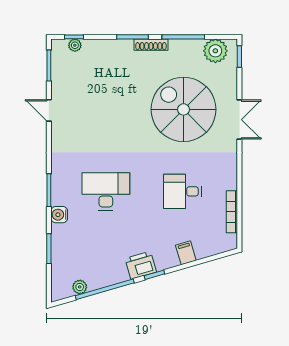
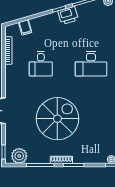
spiral stairs: (184, 109) -> (57, 119), moved, turned -90
desk: (182, 191) -> (41, 64), turned 90
filing cabinet: (186, 253) -> (25, 27), moved

